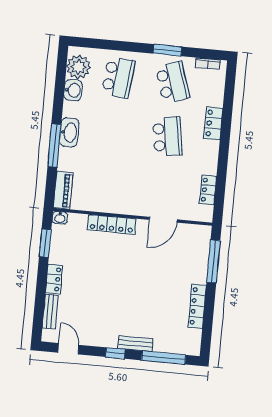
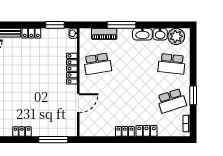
washbasin: (69, 132) -> (142, 34), moved
school desk: (167, 137) -> (98, 64), moved
piano: (63, 190) -> (104, 34), moved
locker: (208, 190) -> (125, 131), moved
door: (163, 220) -> (78, 103), swing flipped
locker: (197, 306) -> (22, 132), width x0.66

